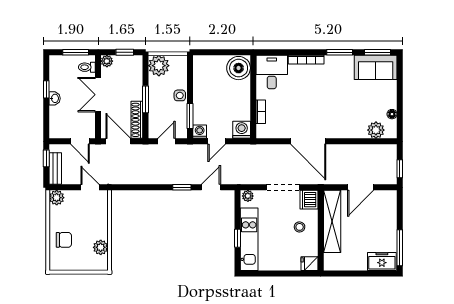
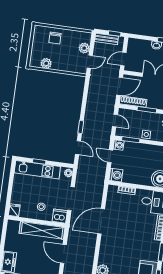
plant: (57, 198) -> (84, 48), moved

